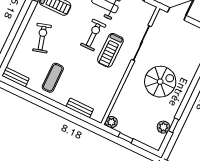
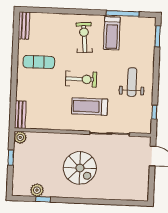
exercise bike: (93, 35) -> (81, 79), moved
exercise bike: (42, 38) -> (84, 38), moved, turned -79
bench: (80, 108) -> (20, 115), moved

